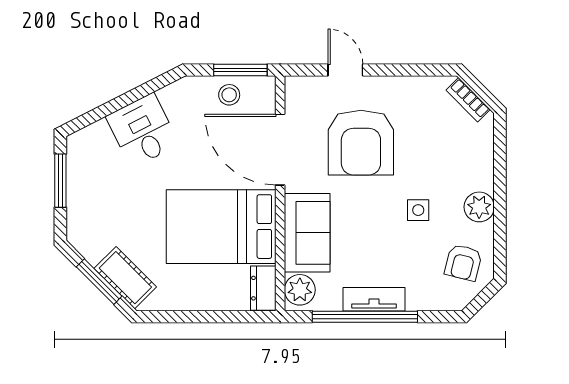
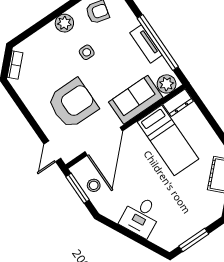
door: (345, 70) -> (52, 151), moved
bed: (221, 227) -> (168, 140), width x0.67

